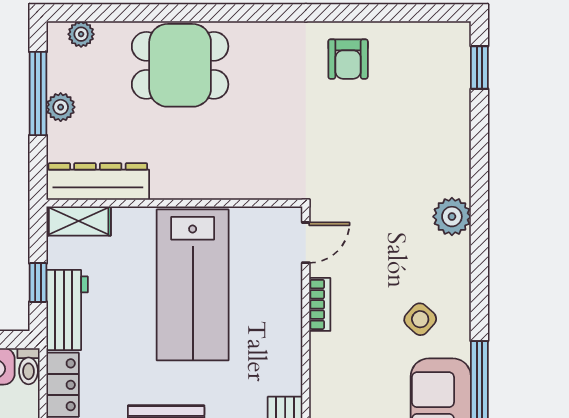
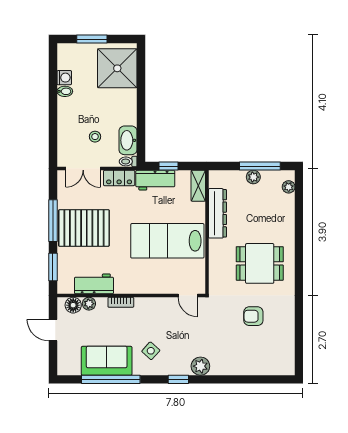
armchair: (348, 59) -> (253, 316), moved
dining table: (180, 65) -> (260, 263), moved, turned 90
window: (479, 68) -> (178, 379), moved
dresser: (98, 181) -> (217, 213), moved
bookcase: (320, 304) -> (121, 302), moved

